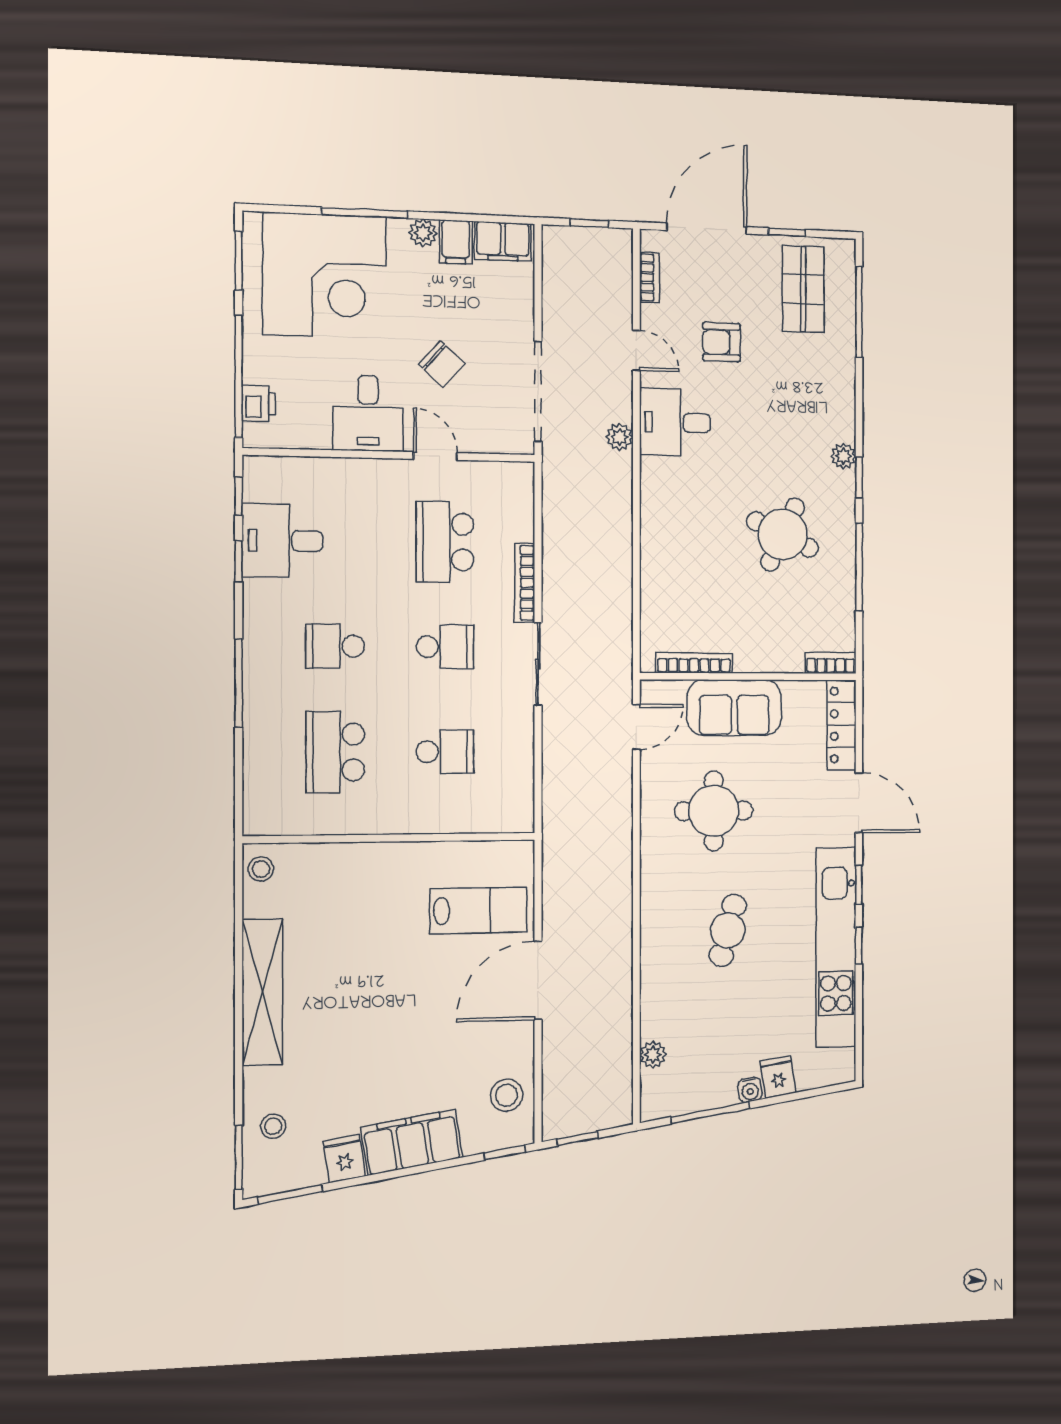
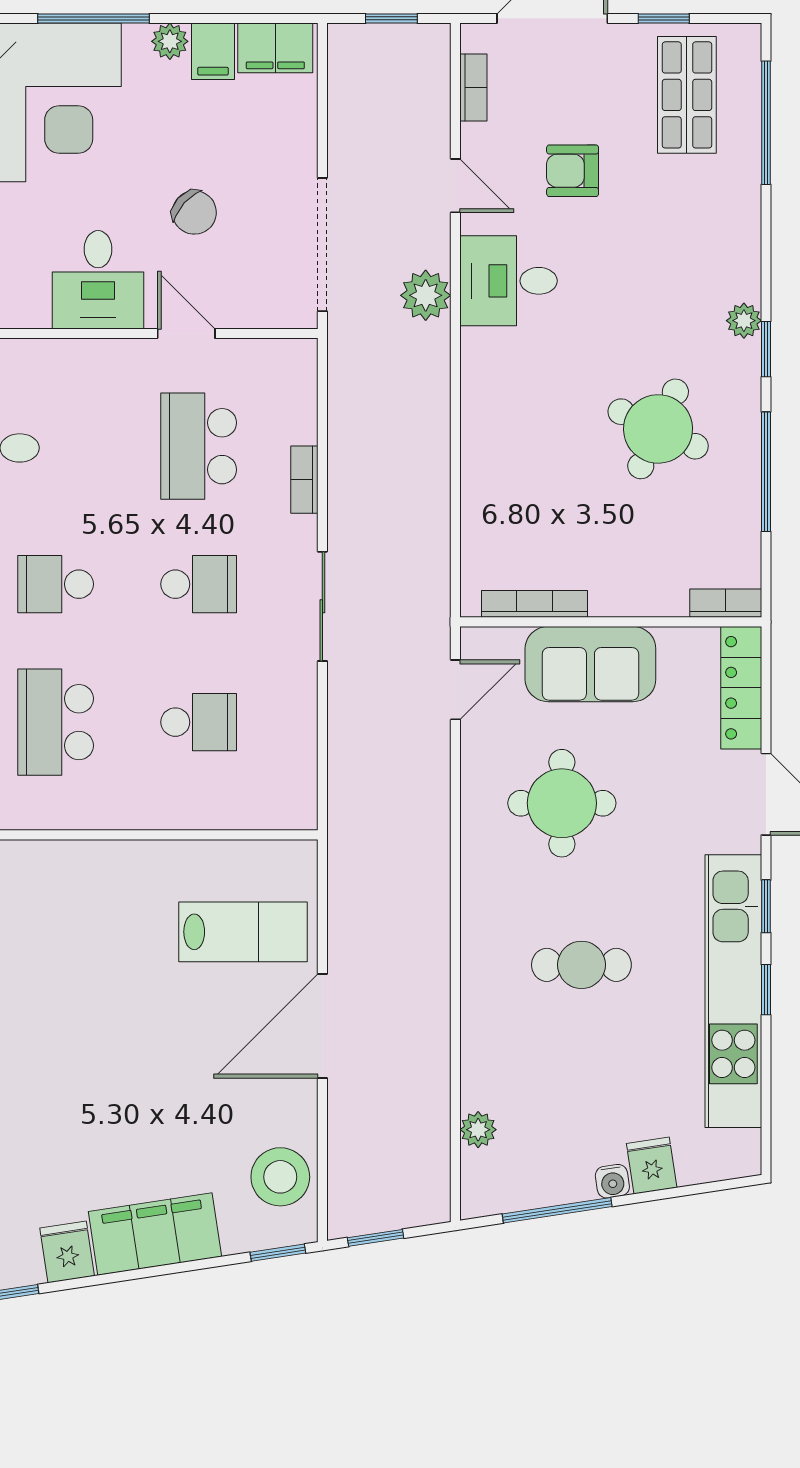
plant: (620, 437) -> (426, 295), width x1.38, depth x1.38
bookcase: (525, 583) -> (304, 480), width x0.64
cafe table: (728, 930) -> (581, 965), turned 75
stool: (507, 1095) -> (280, 1177), width x1.38, depth x1.38

